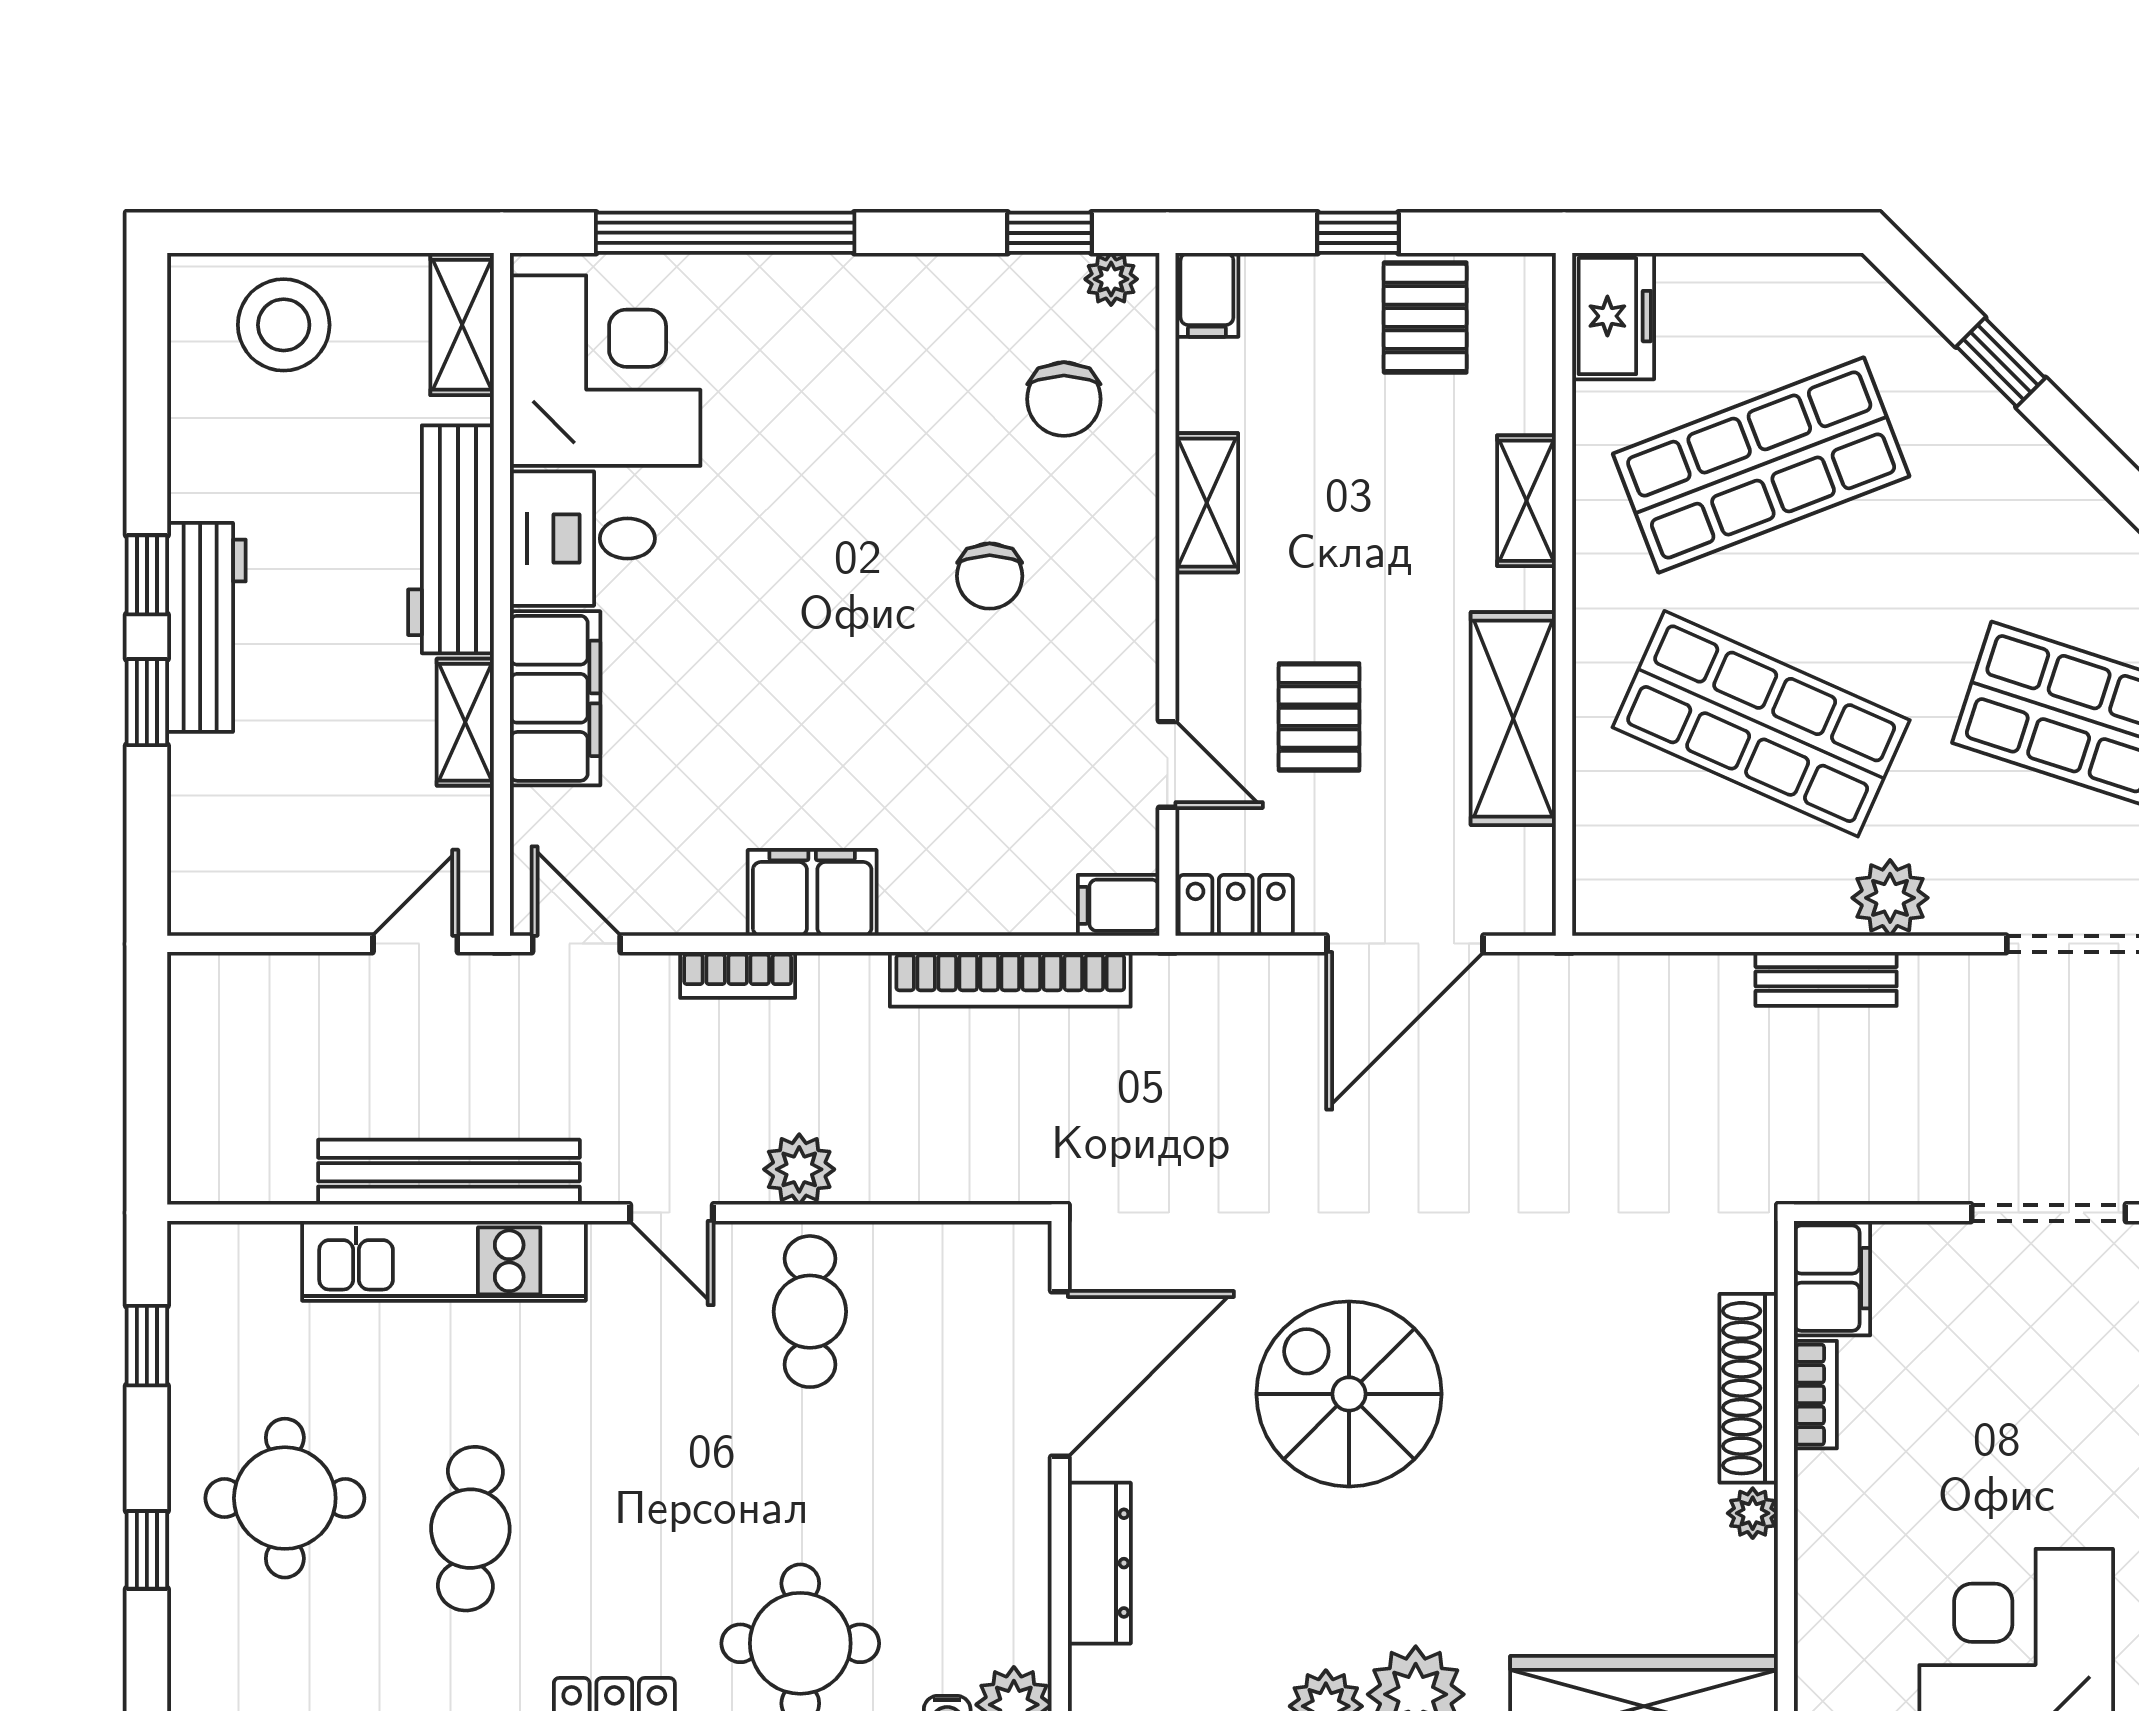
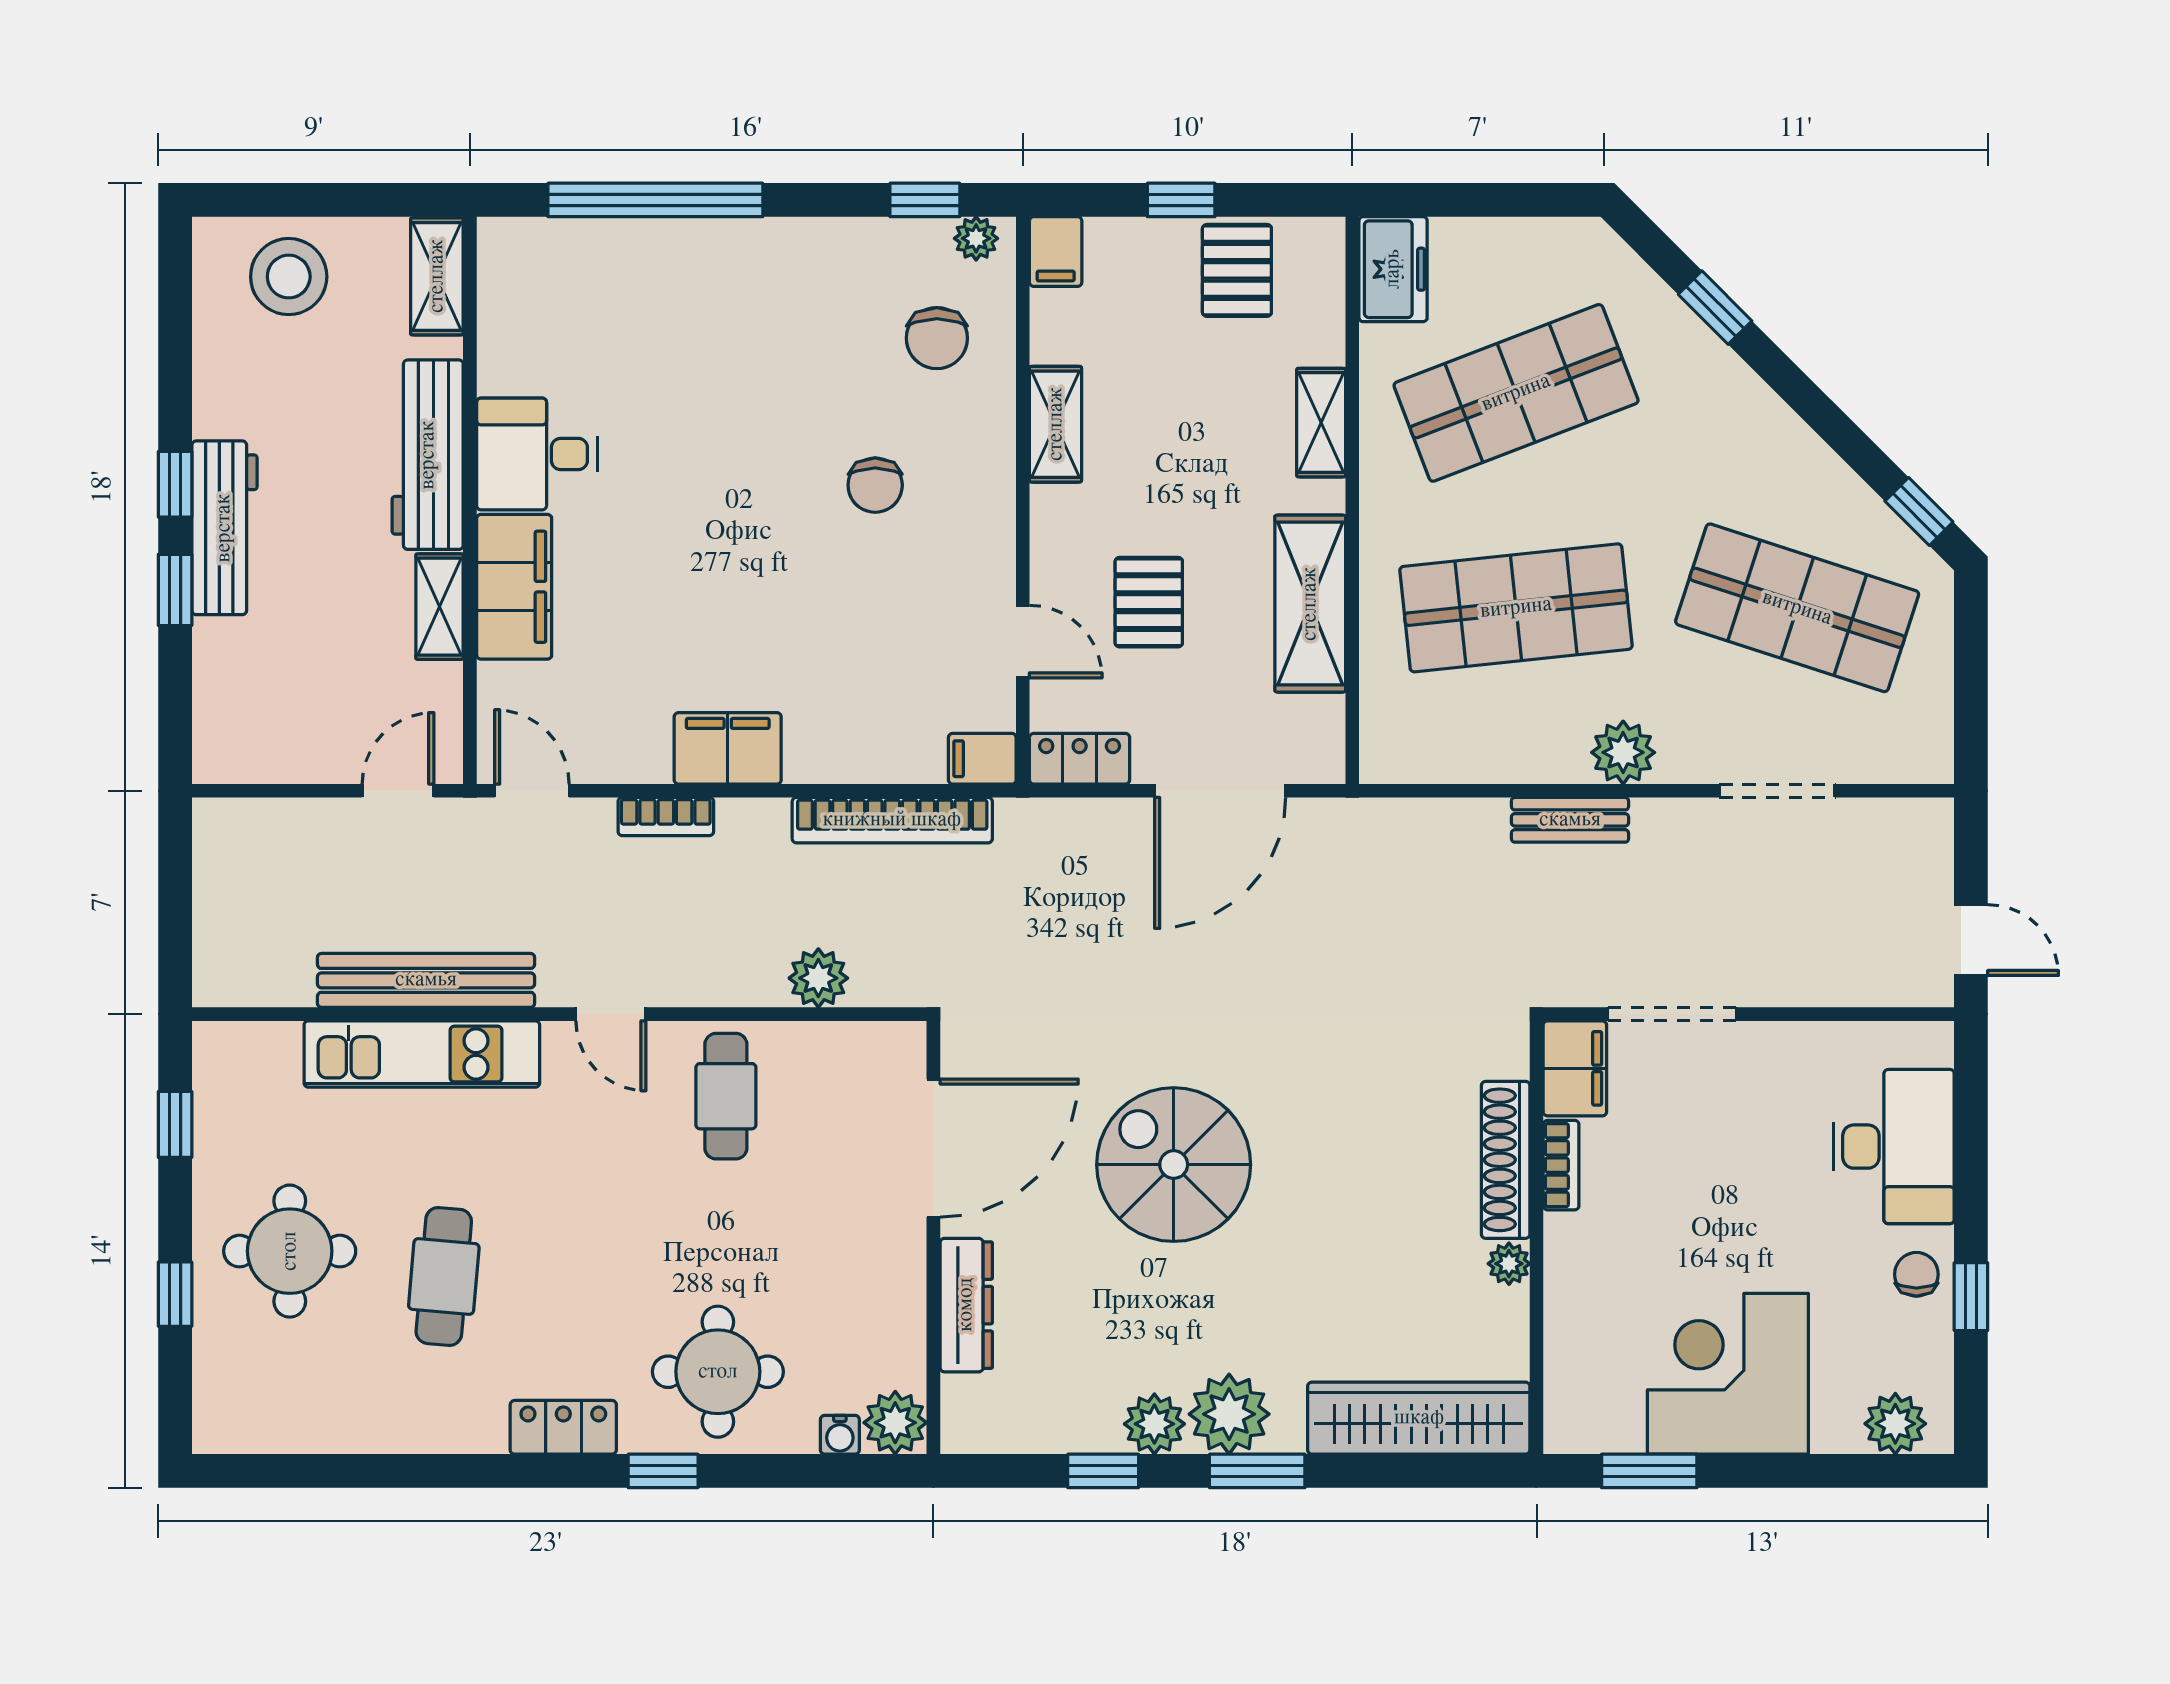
corner desk: (605, 371) -> (556, 315), removed
shop shelf: (1761, 724) -> (1516, 608), turned -30
plant: (799, 1169) -> (818, 978), moved
doorway: (2048, 1213) -> (1672, 1014), moved

